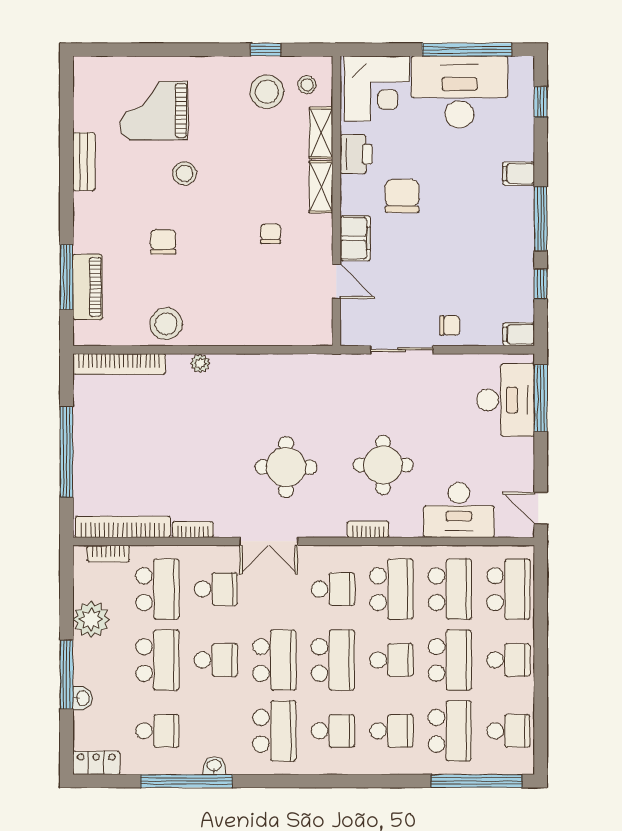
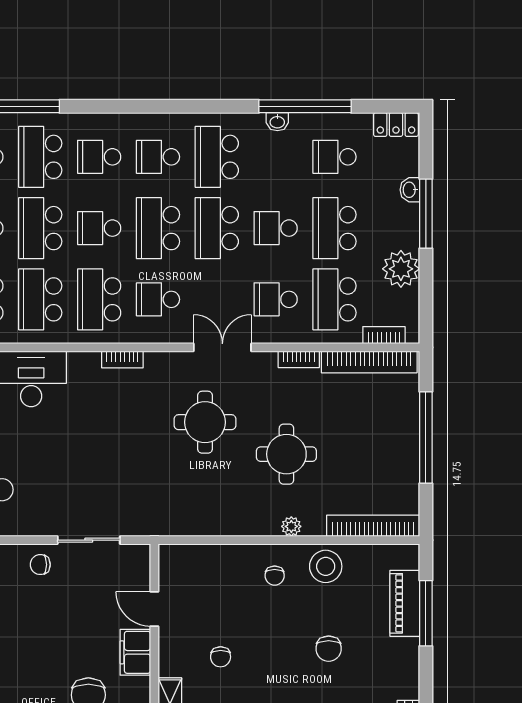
chair: (217, 315) -> (275, 576), added
round table: (383, 465) -> (286, 454), moved

